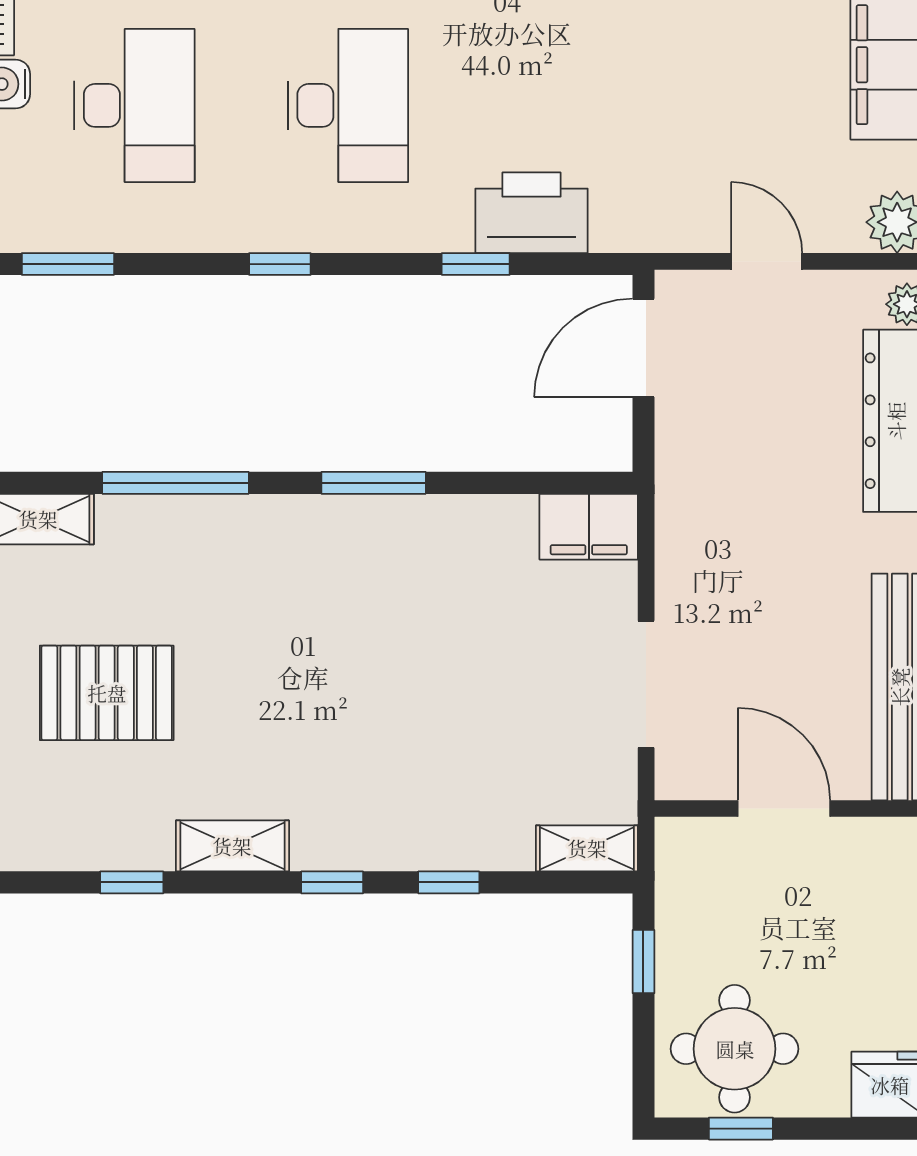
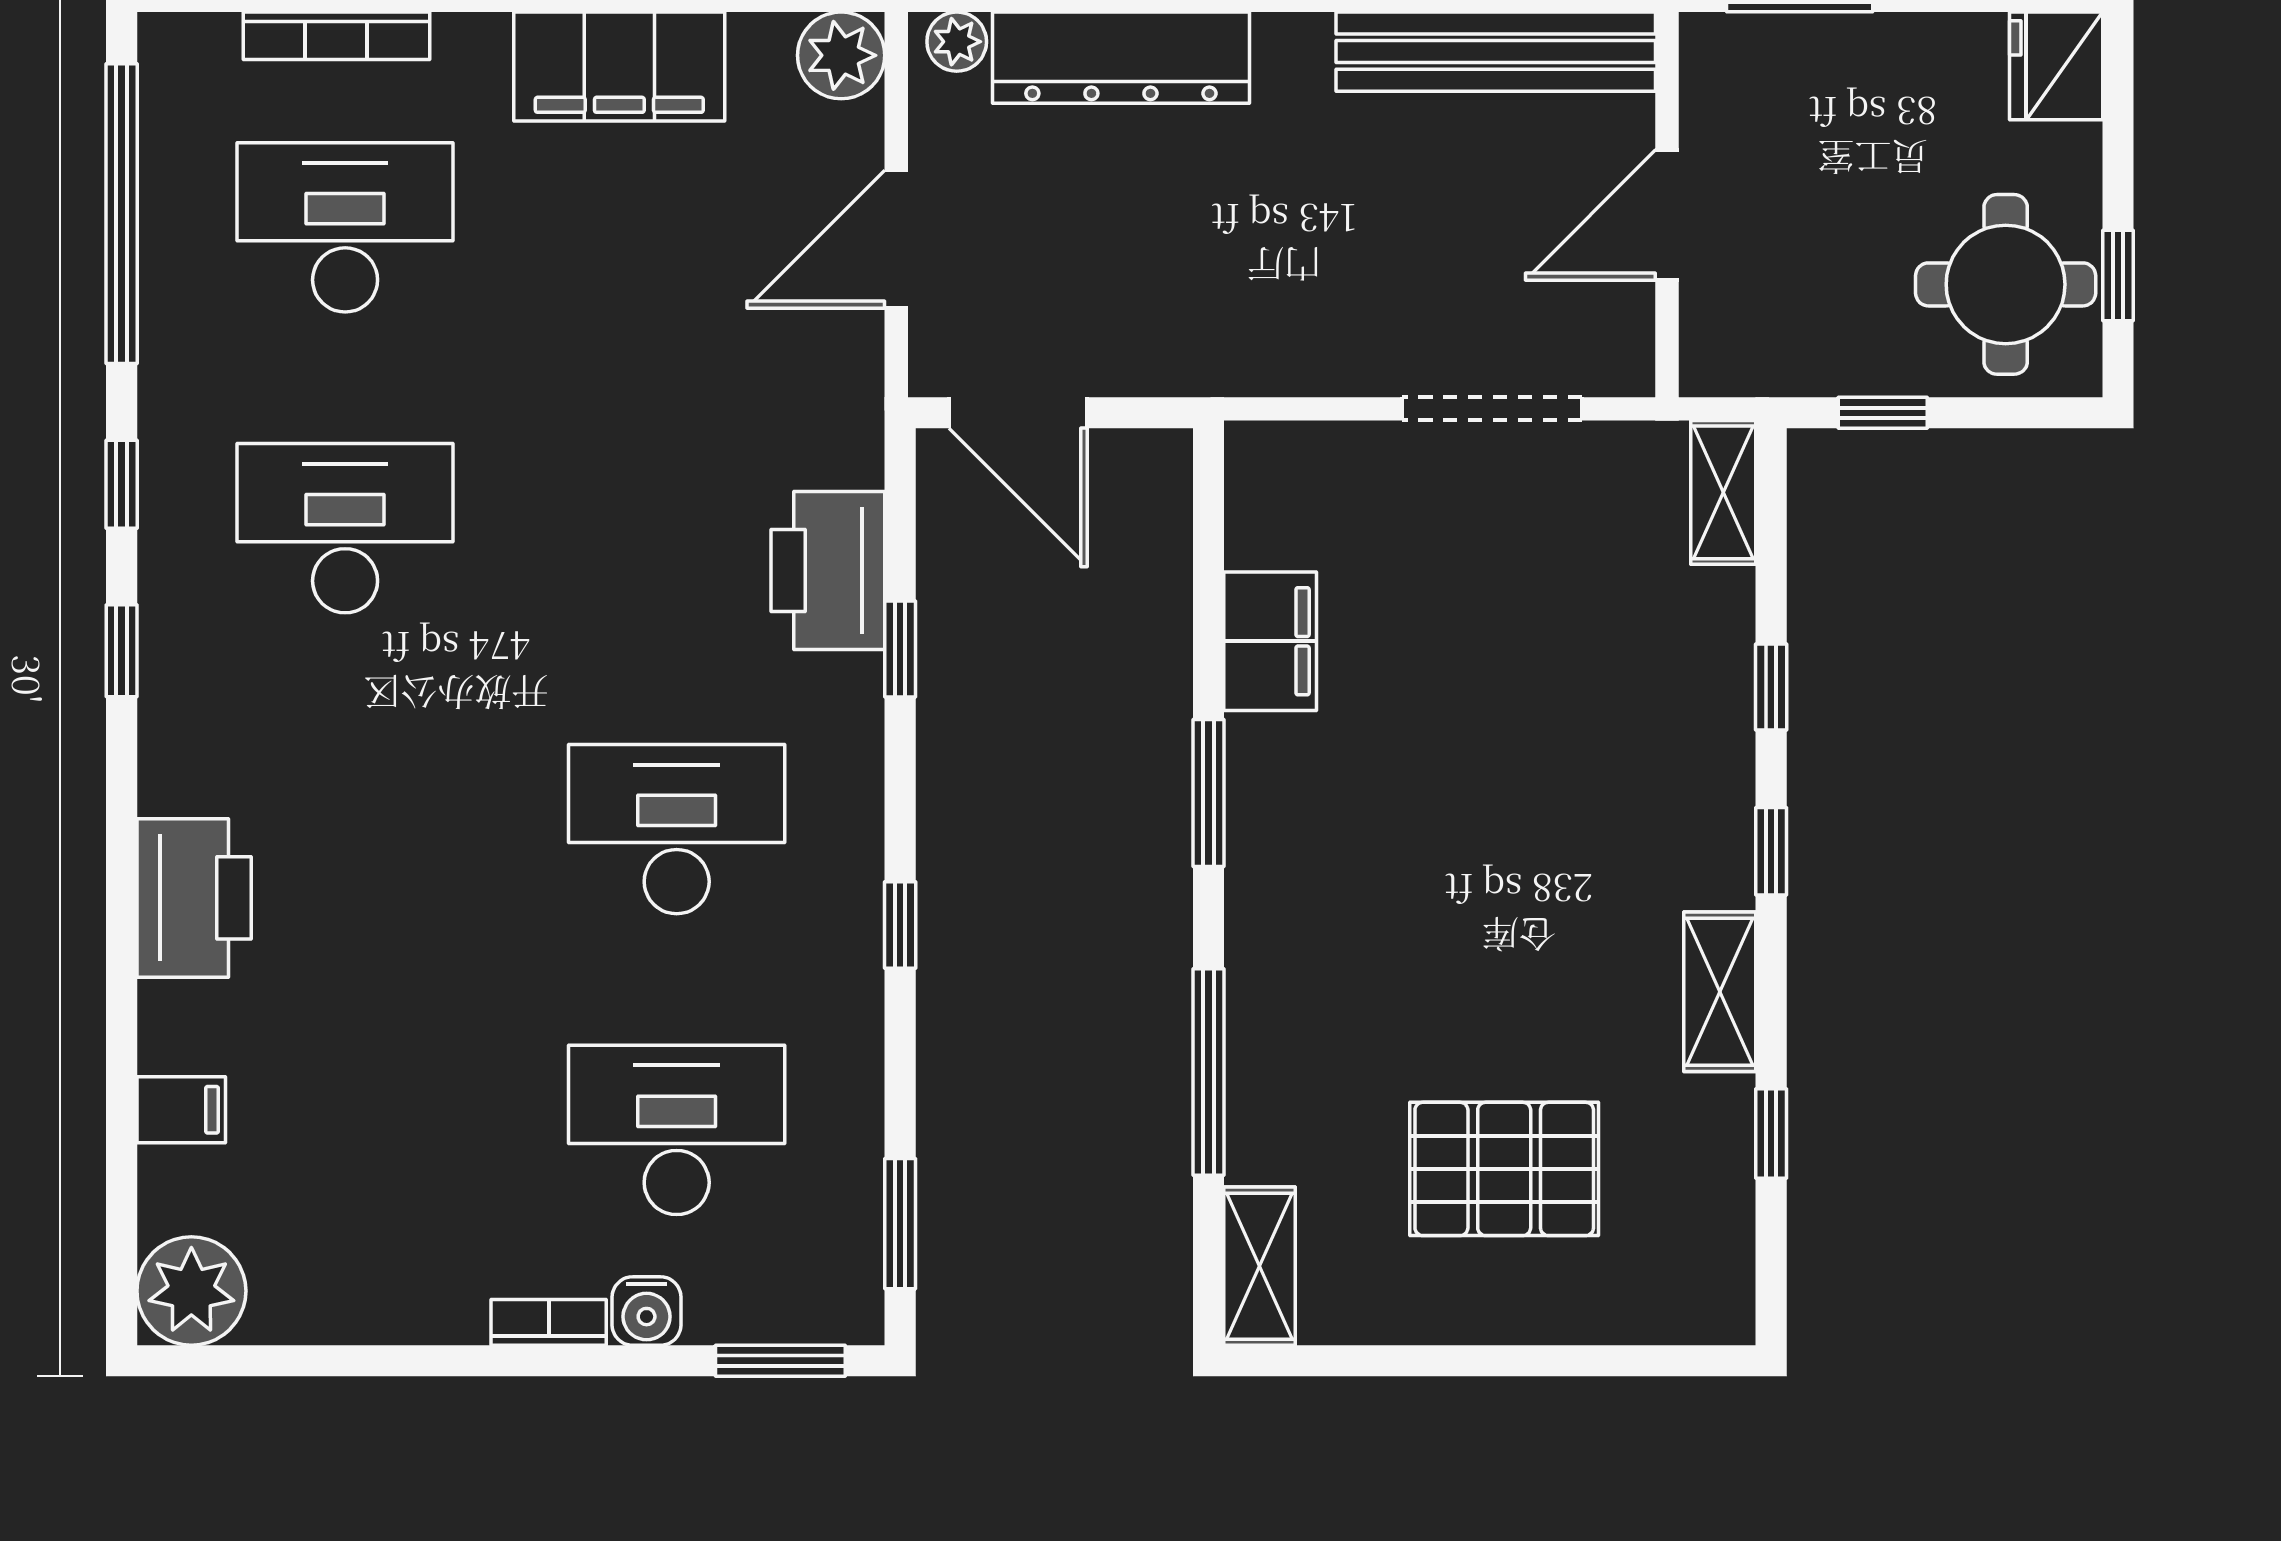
door: (767, 261) -> (896, 239), width x1.38
filing cabinet: (589, 527) -> (1270, 641), moved
pallet: (107, 693) -> (1504, 1169), turned 90

